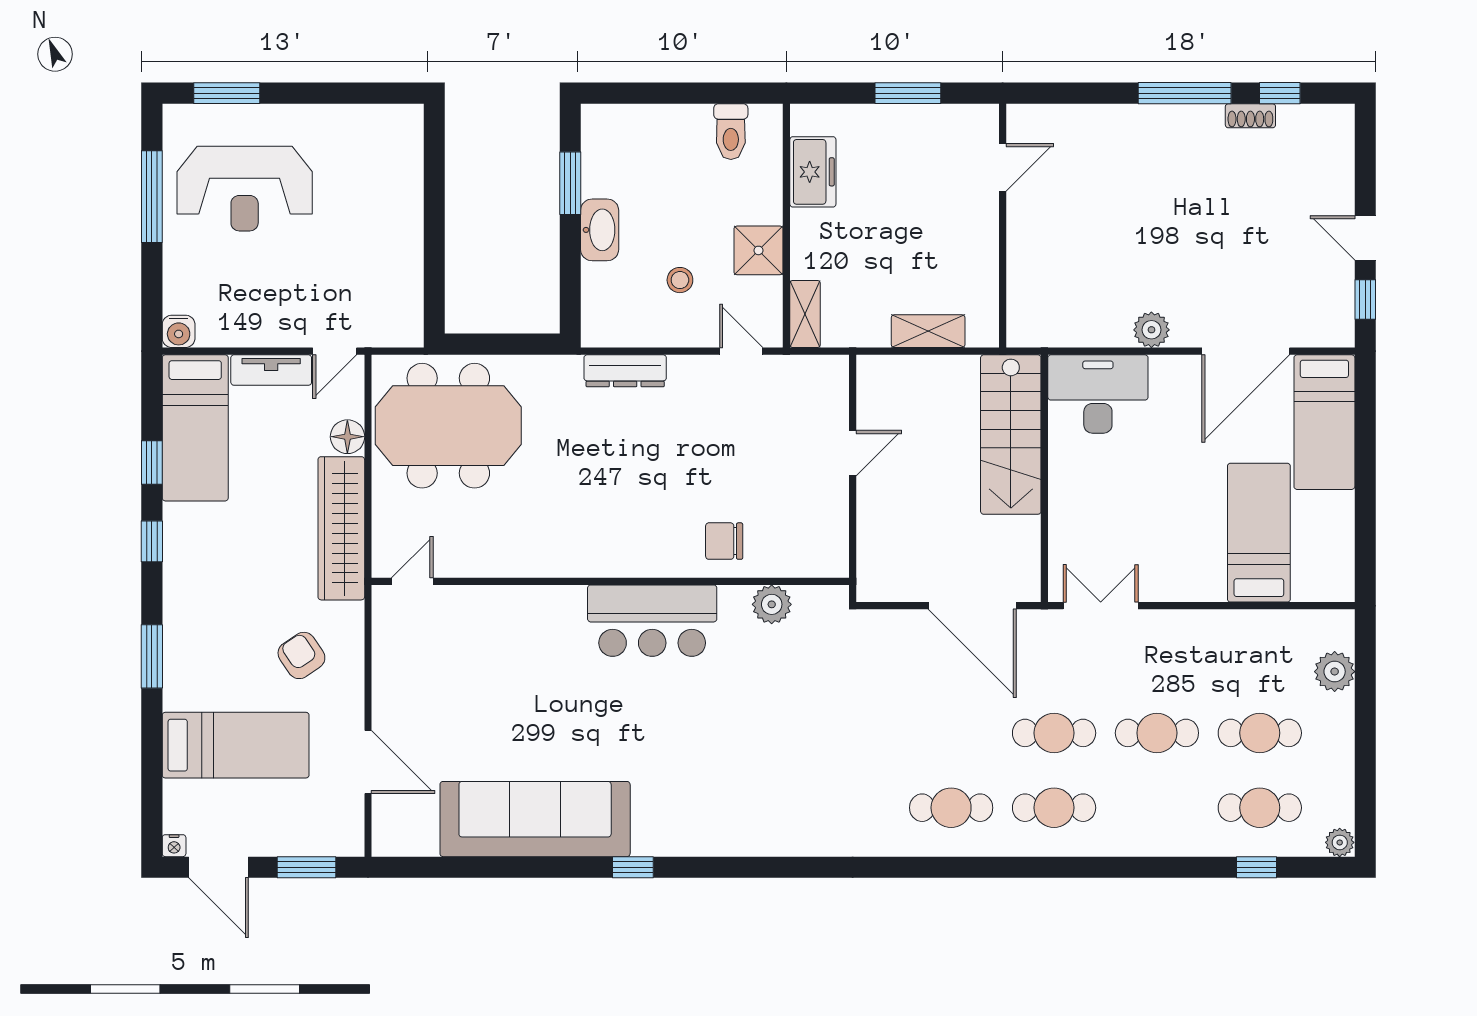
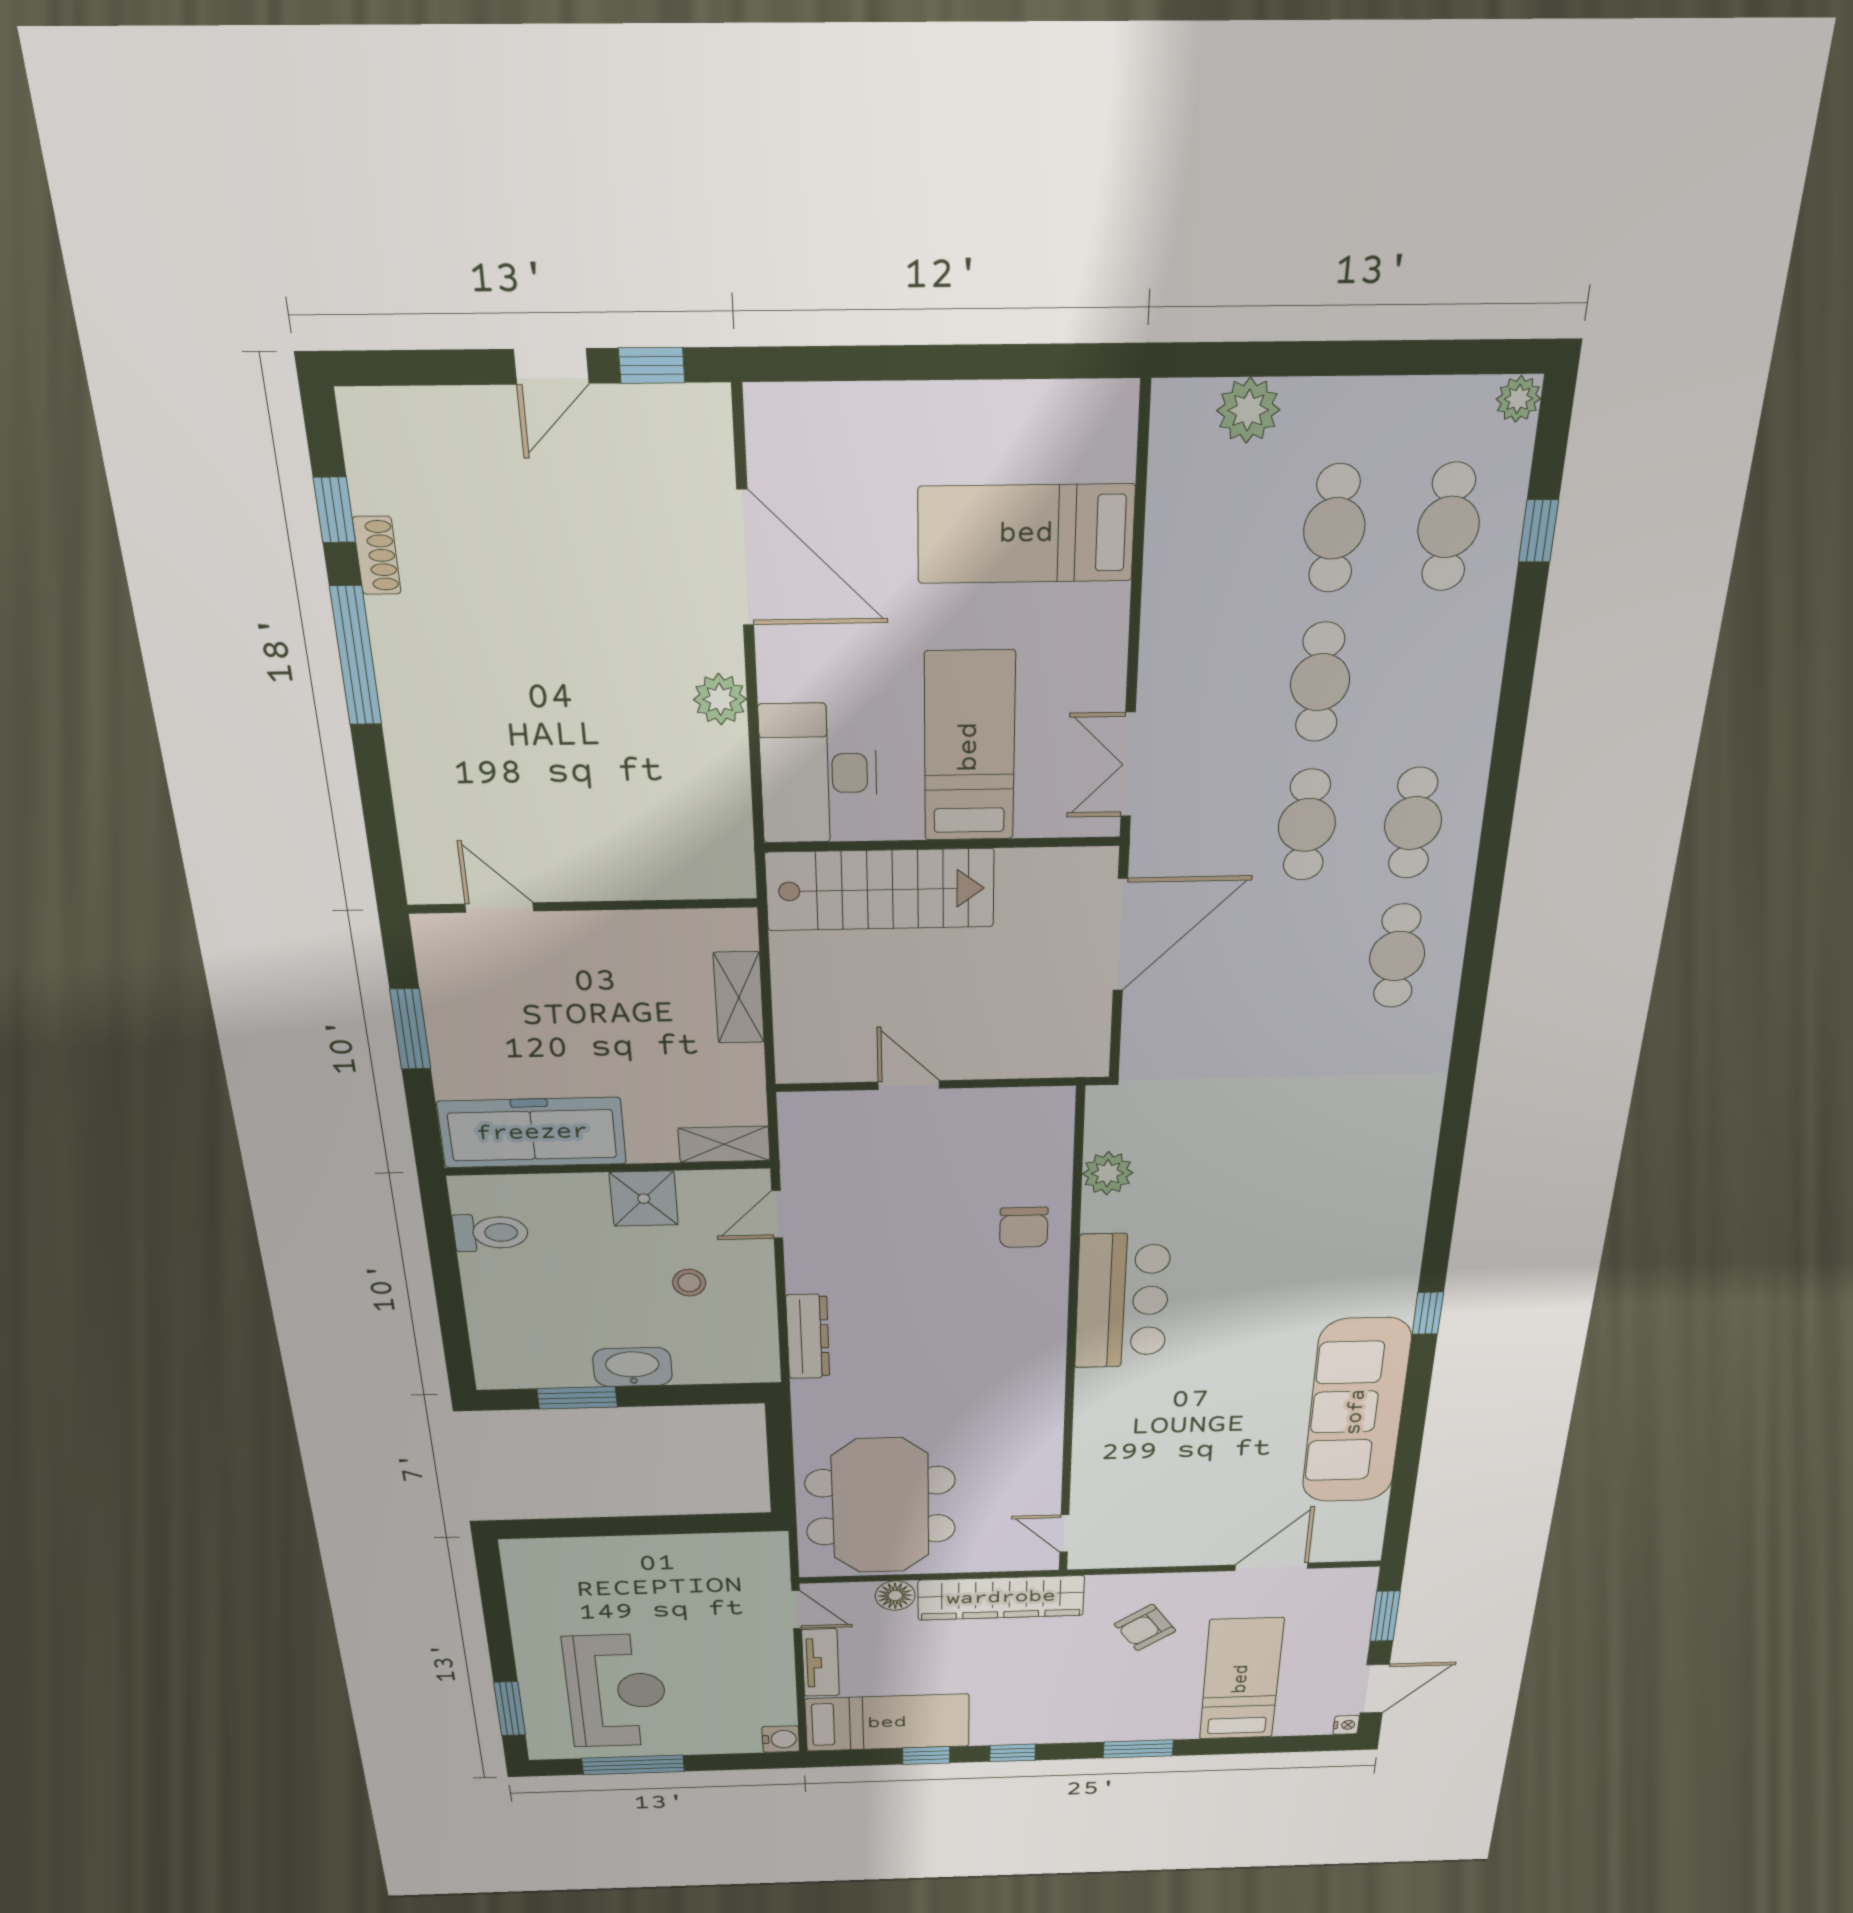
freezer: (813, 172) -> (532, 1133), width x1.91, depth x1.26
bed: (1324, 422) -> (969, 747), moved, turned -90

